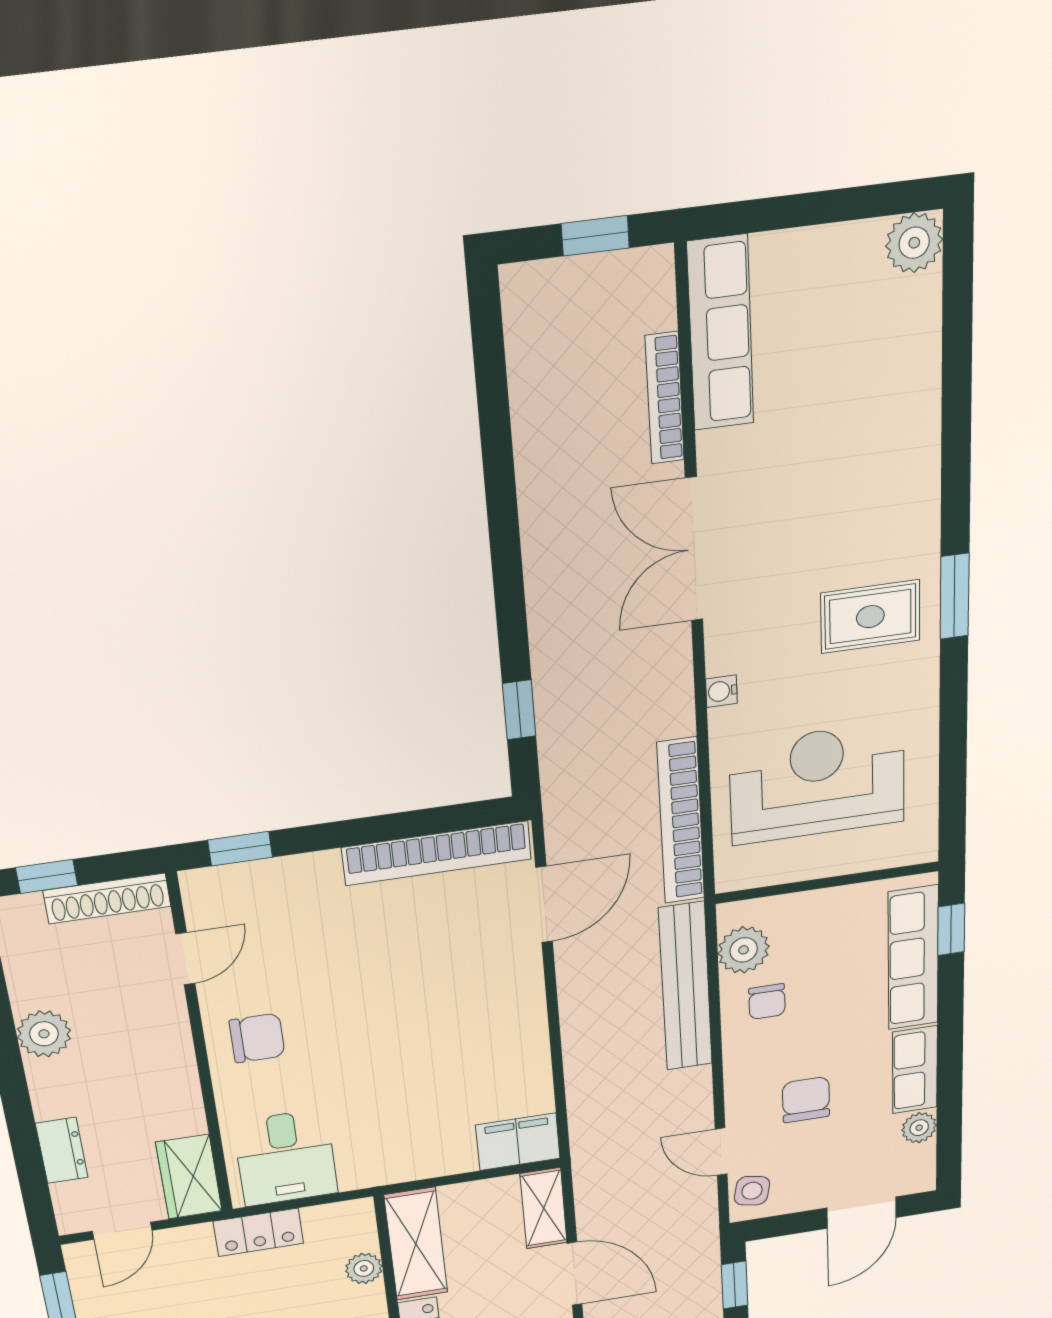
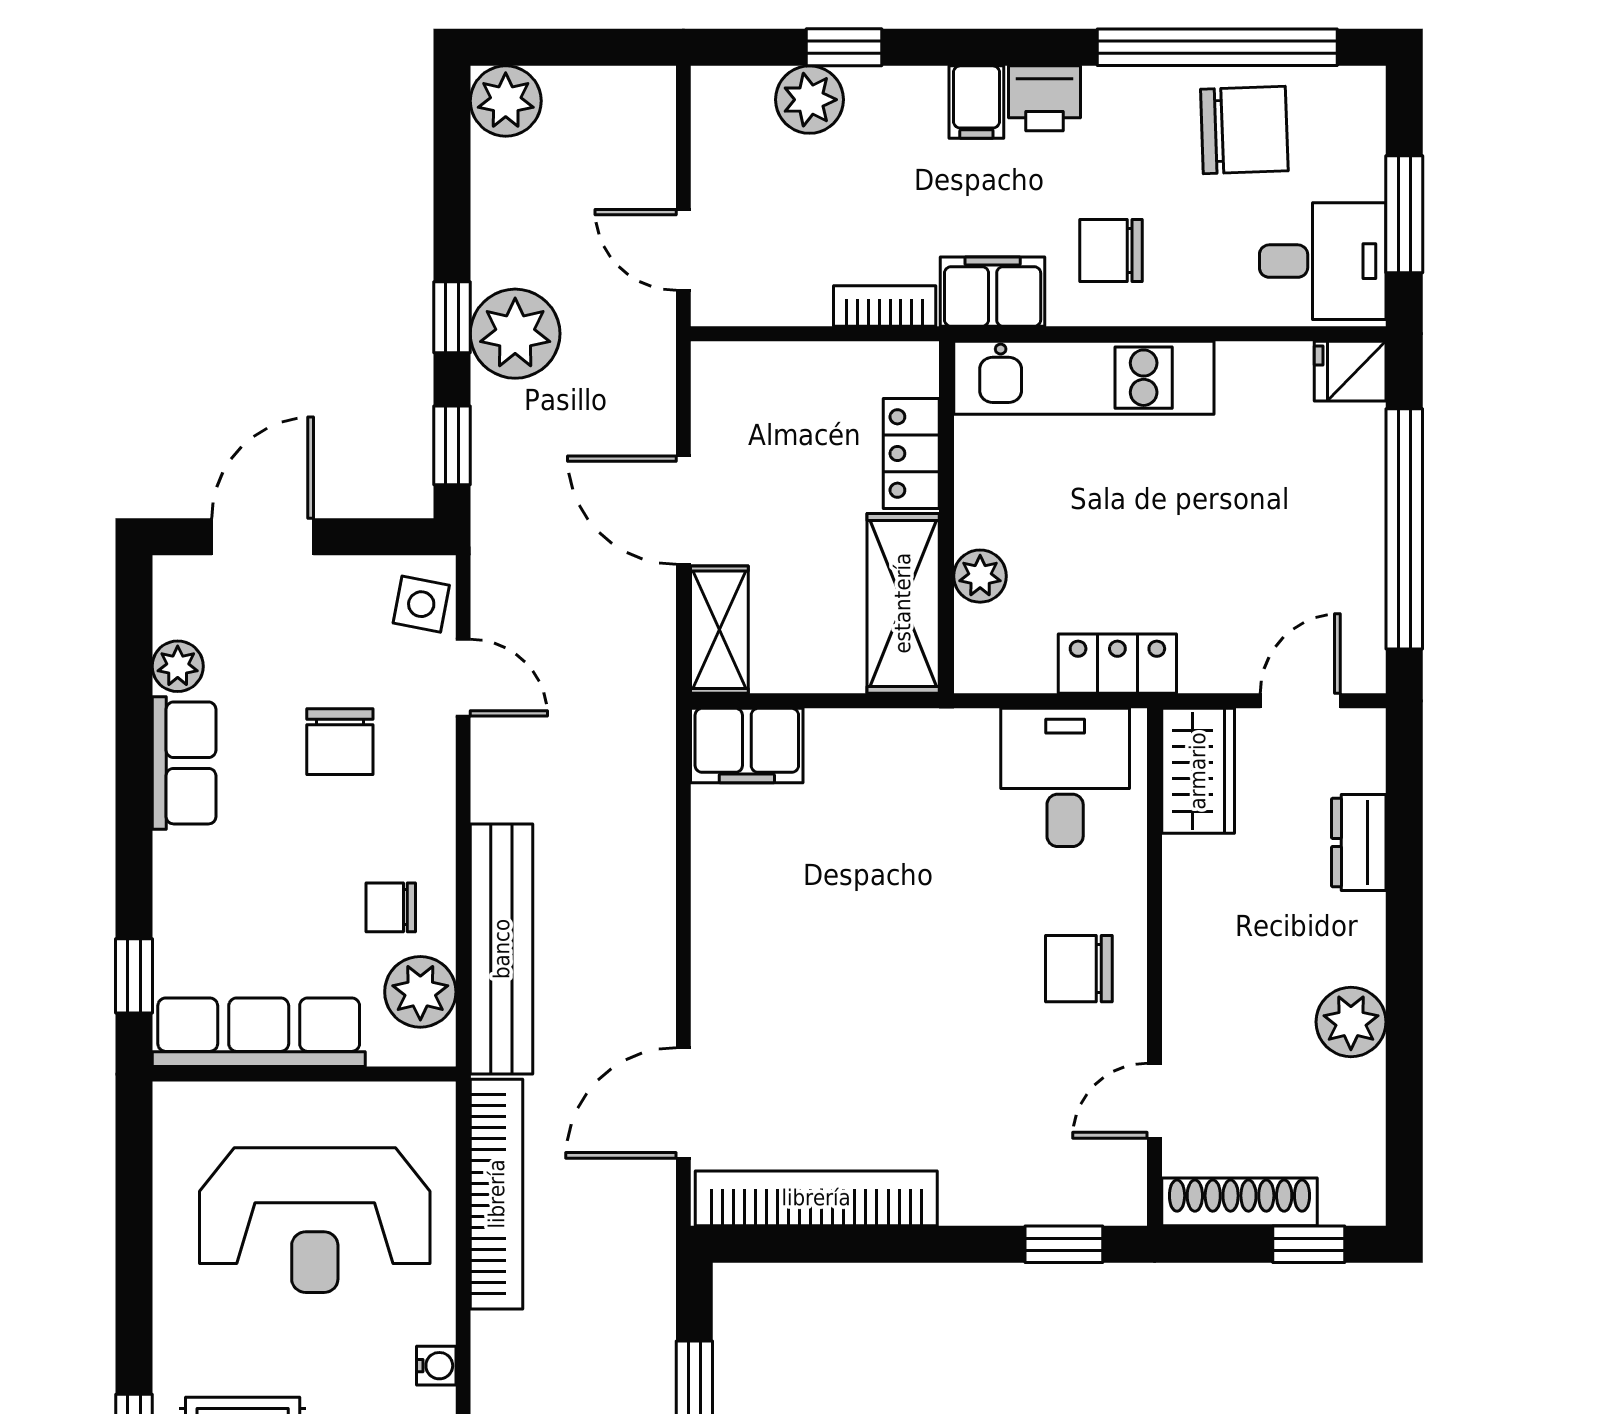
row of seats: (913, 958) -> (259, 1032), moved, turned -90
chair: (767, 1002) -> (391, 907), turned -90

